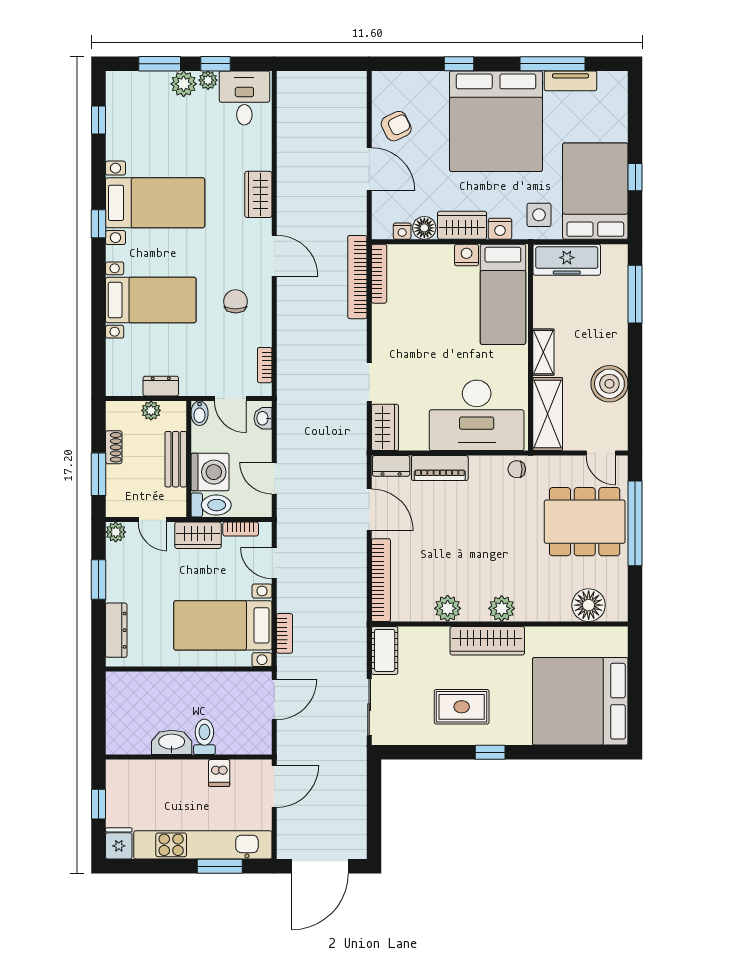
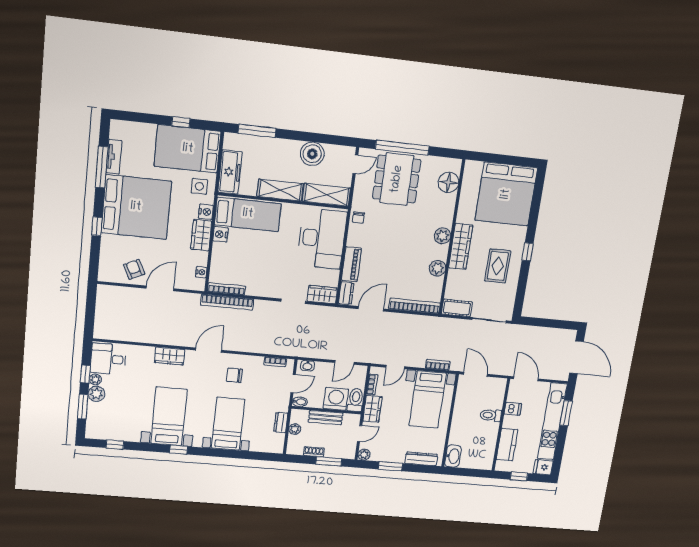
floor lamp: (424, 228) -> (201, 259), removed
shelving: (543, 352) -> (280, 190), width x1.50, depth x1.33
washbasin: (172, 742) -> (453, 456), moved, turned 180
kitchen counter: (154, 774) -> (507, 445), added

